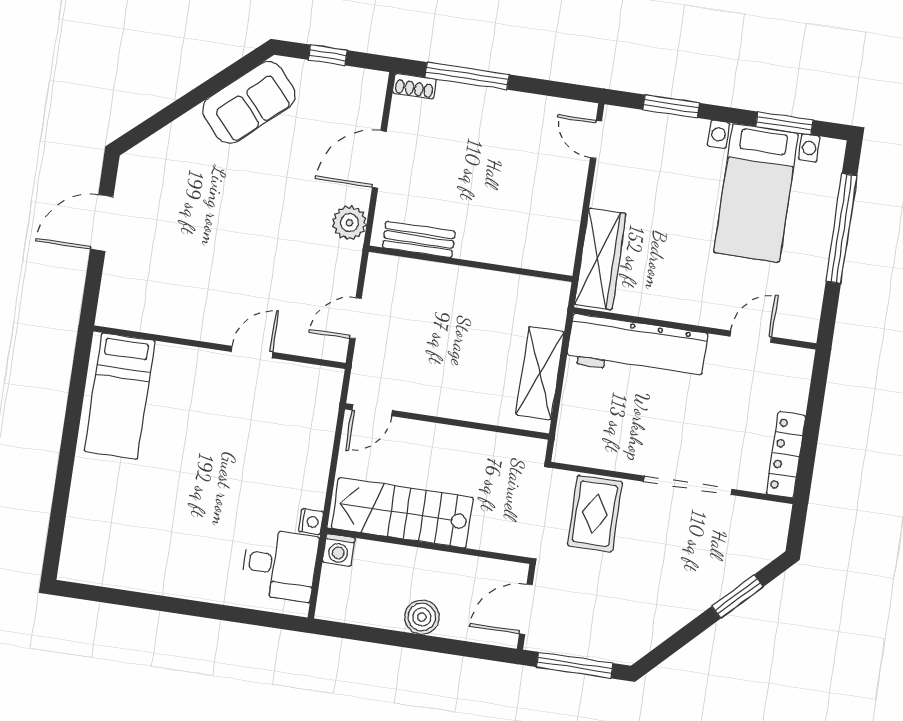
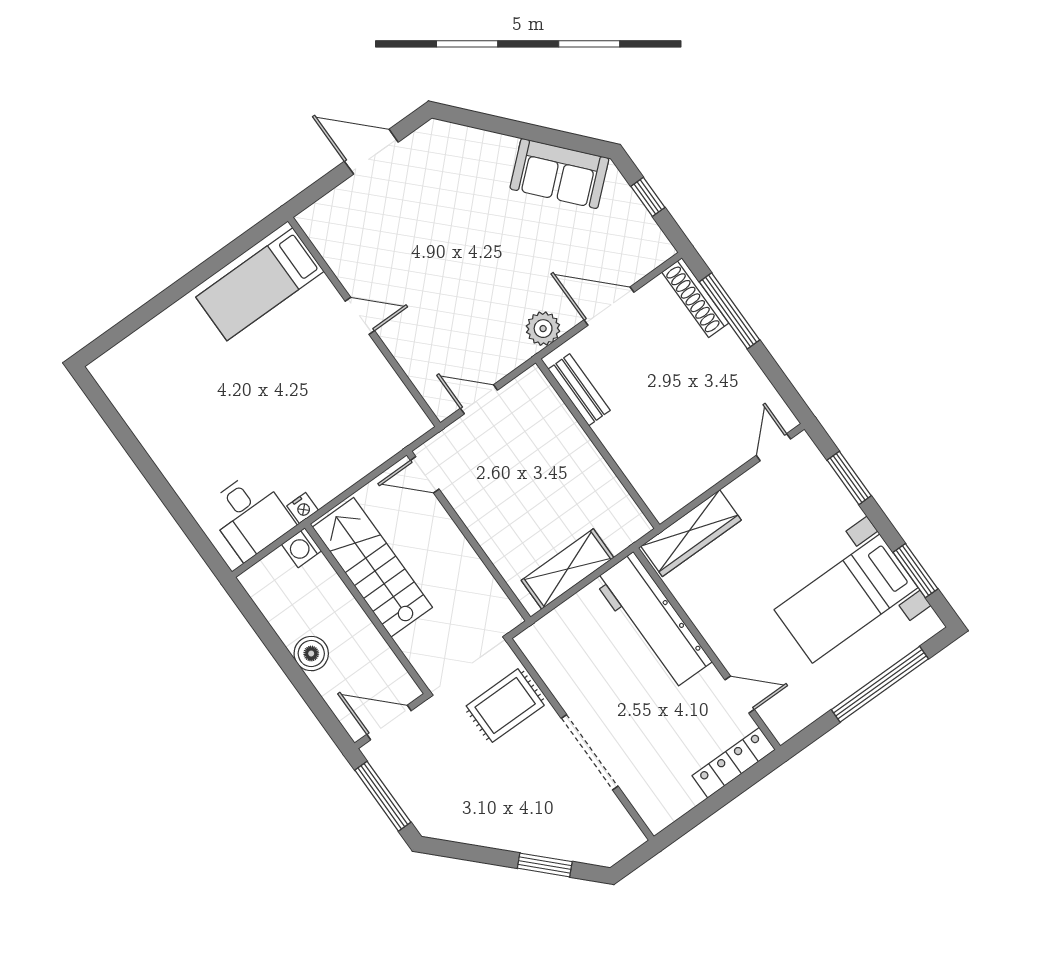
shoe rack: (414, 86) -> (695, 298), width x1.94, depth x1.24
door: (252, 352) -> (360, 316), moved
locker: (786, 455) -> (734, 763), moved

